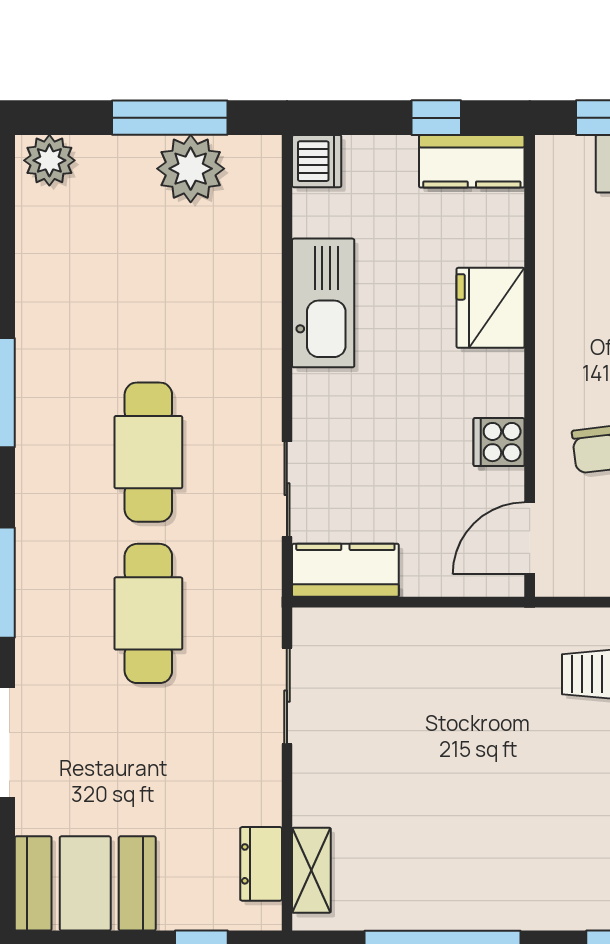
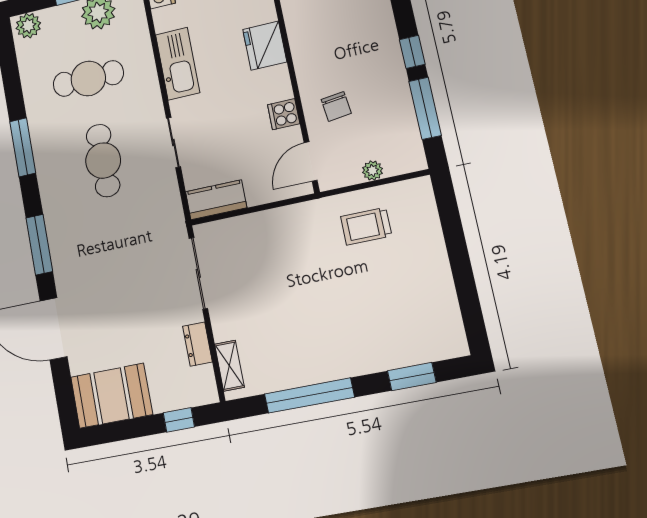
sliding door: (287, 489) -> (173, 143), moved
cafe table: (148, 613) -> (88, 79), moved, turned 90
sliding door: (287, 696) -> (198, 273), width x1.37
dresser: (261, 864) -> (197, 344), moved

